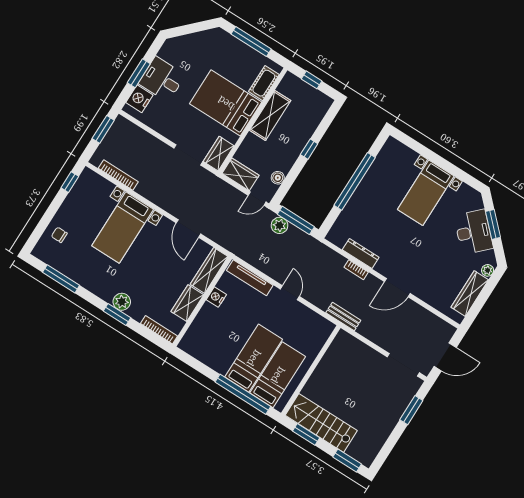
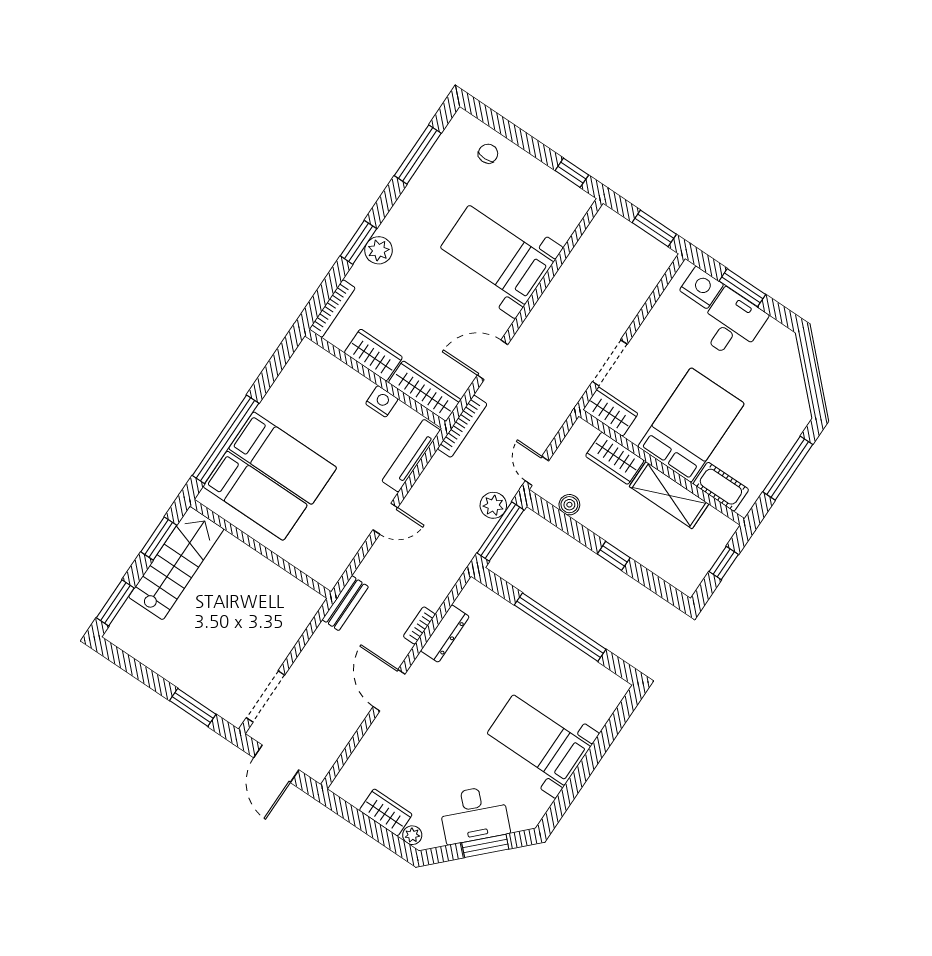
wardrobe: (241, 174) -> (615, 458), moved, turned 90
bookcase: (118, 175) -> (462, 426), moved
wardrobe: (470, 294) -> (386, 812), width x0.67

